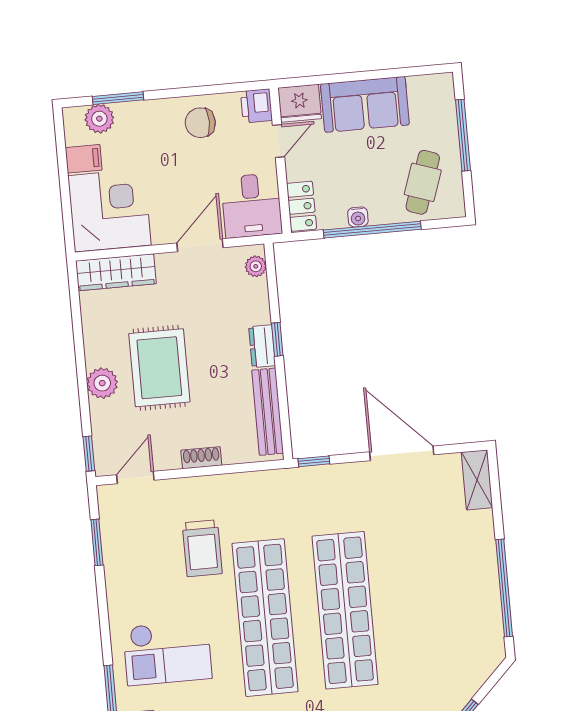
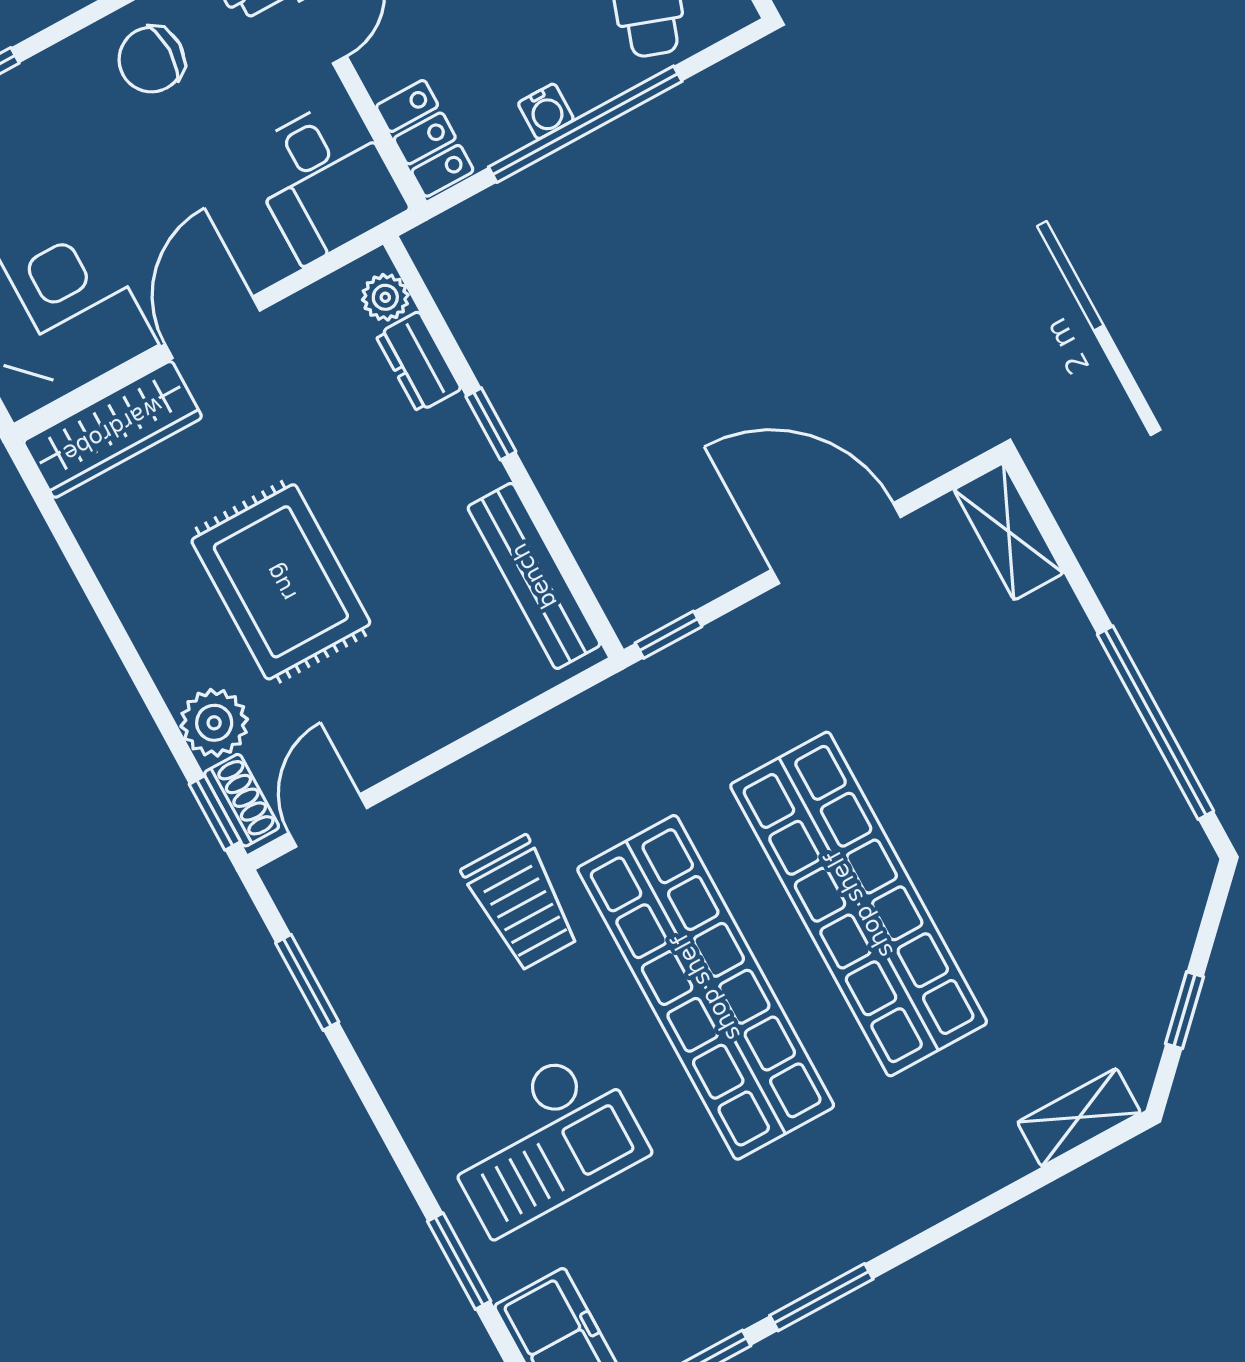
door: (200, 245) -> (212, 327), moved
dresser: (262, 346) -> (418, 362), moved
plant: (102, 383) -> (214, 723), moved
shoe rack: (201, 458) -> (242, 800), moved, turned 90

